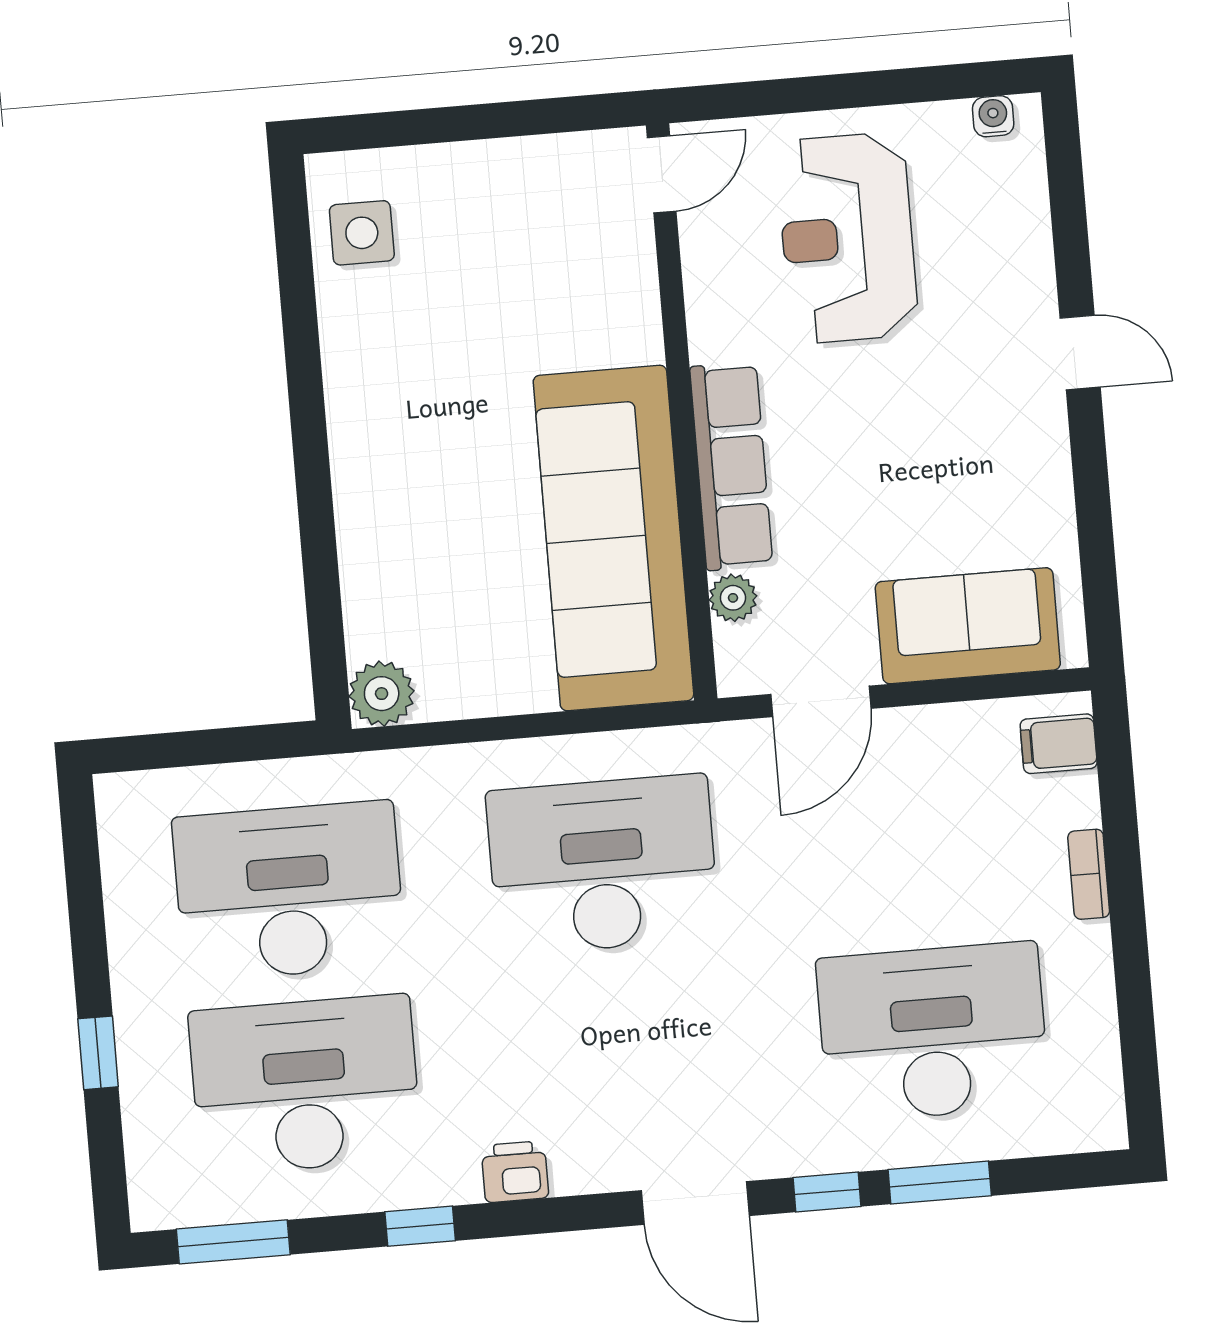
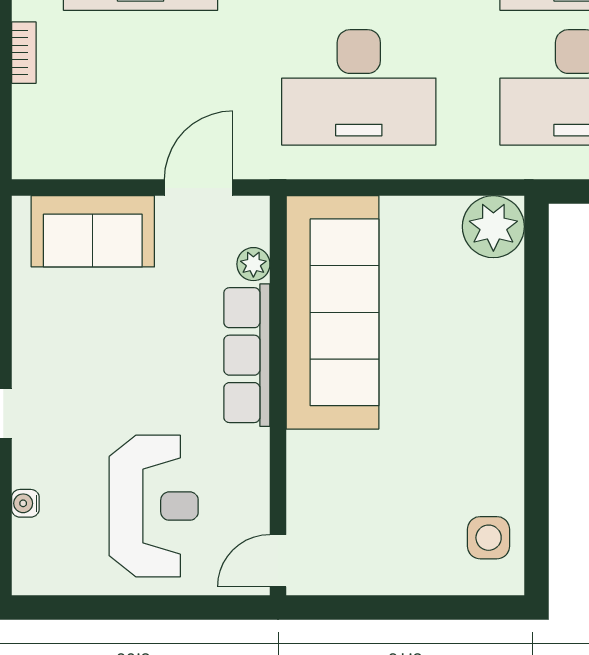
water cooler: (993, 116) -> (25, 503), moved, turned 90
plant: (382, 694) -> (493, 227), width x1.36, depth x1.36
filing cabinet: (1059, 744) -> (37, 144), removed

